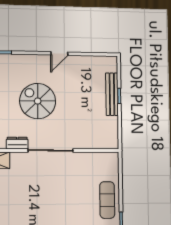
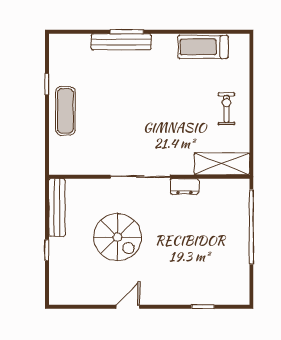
bench: (112, 94) -> (57, 208), moved
spiral stairs: (38, 101) -> (117, 237), moved

